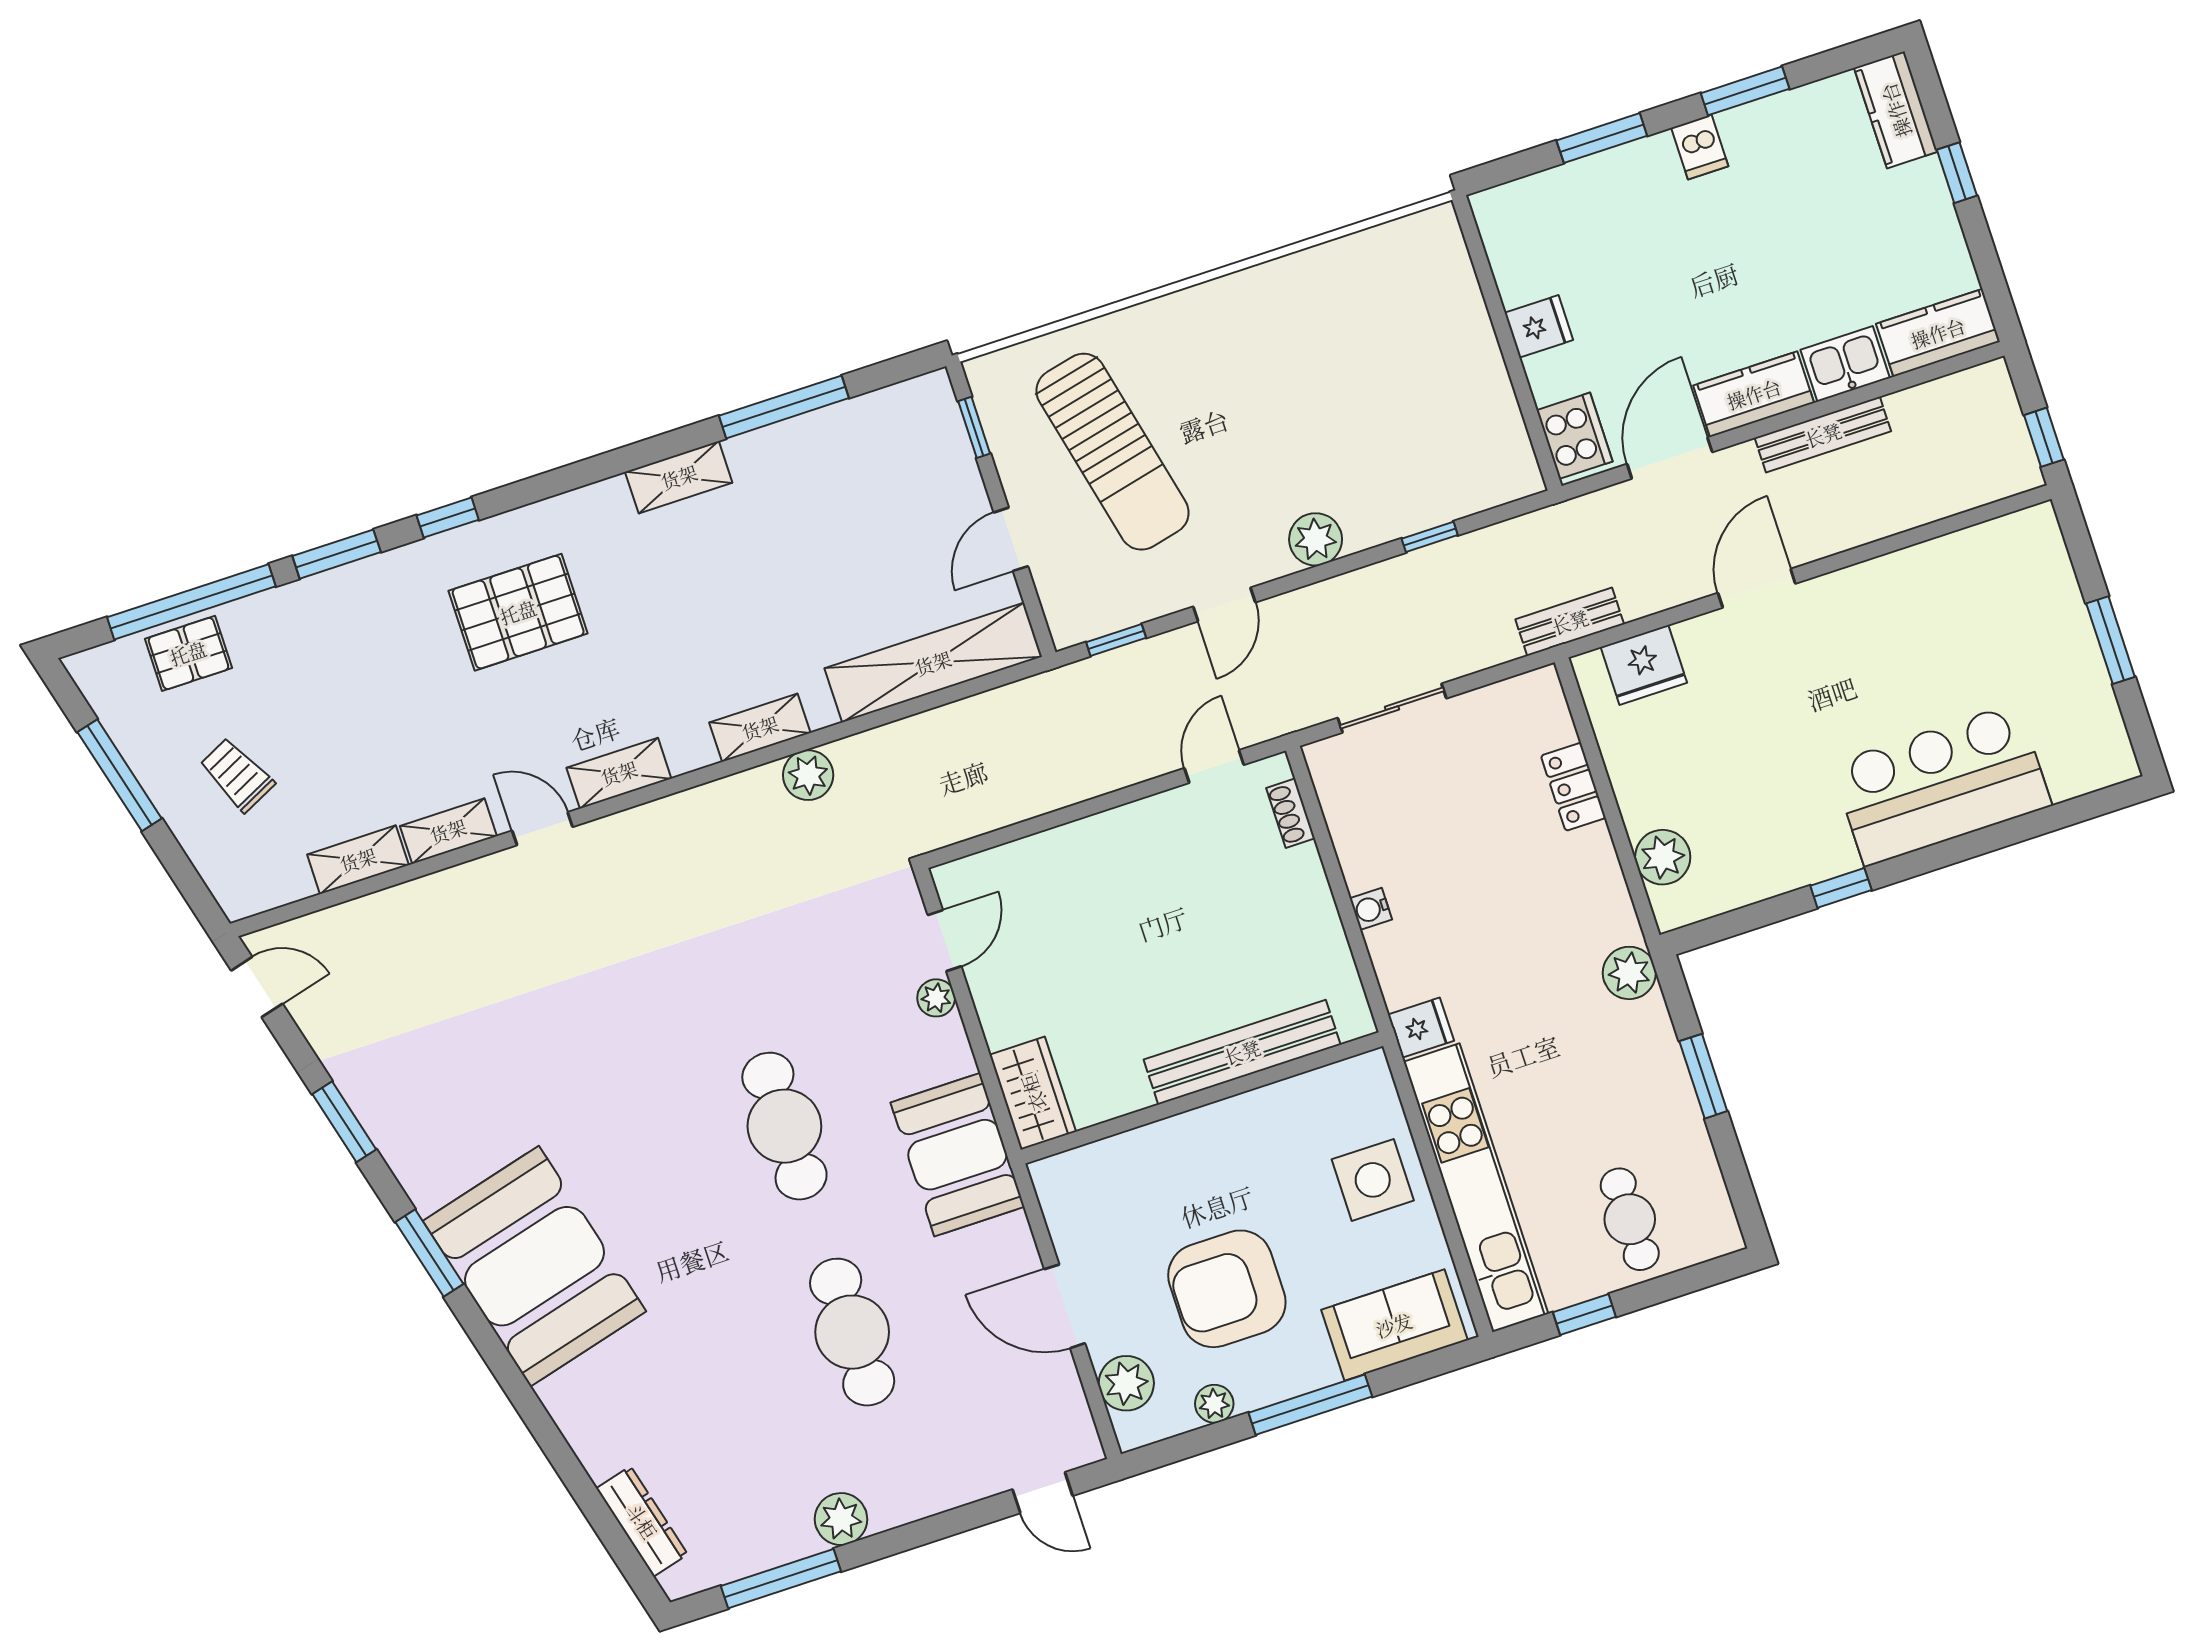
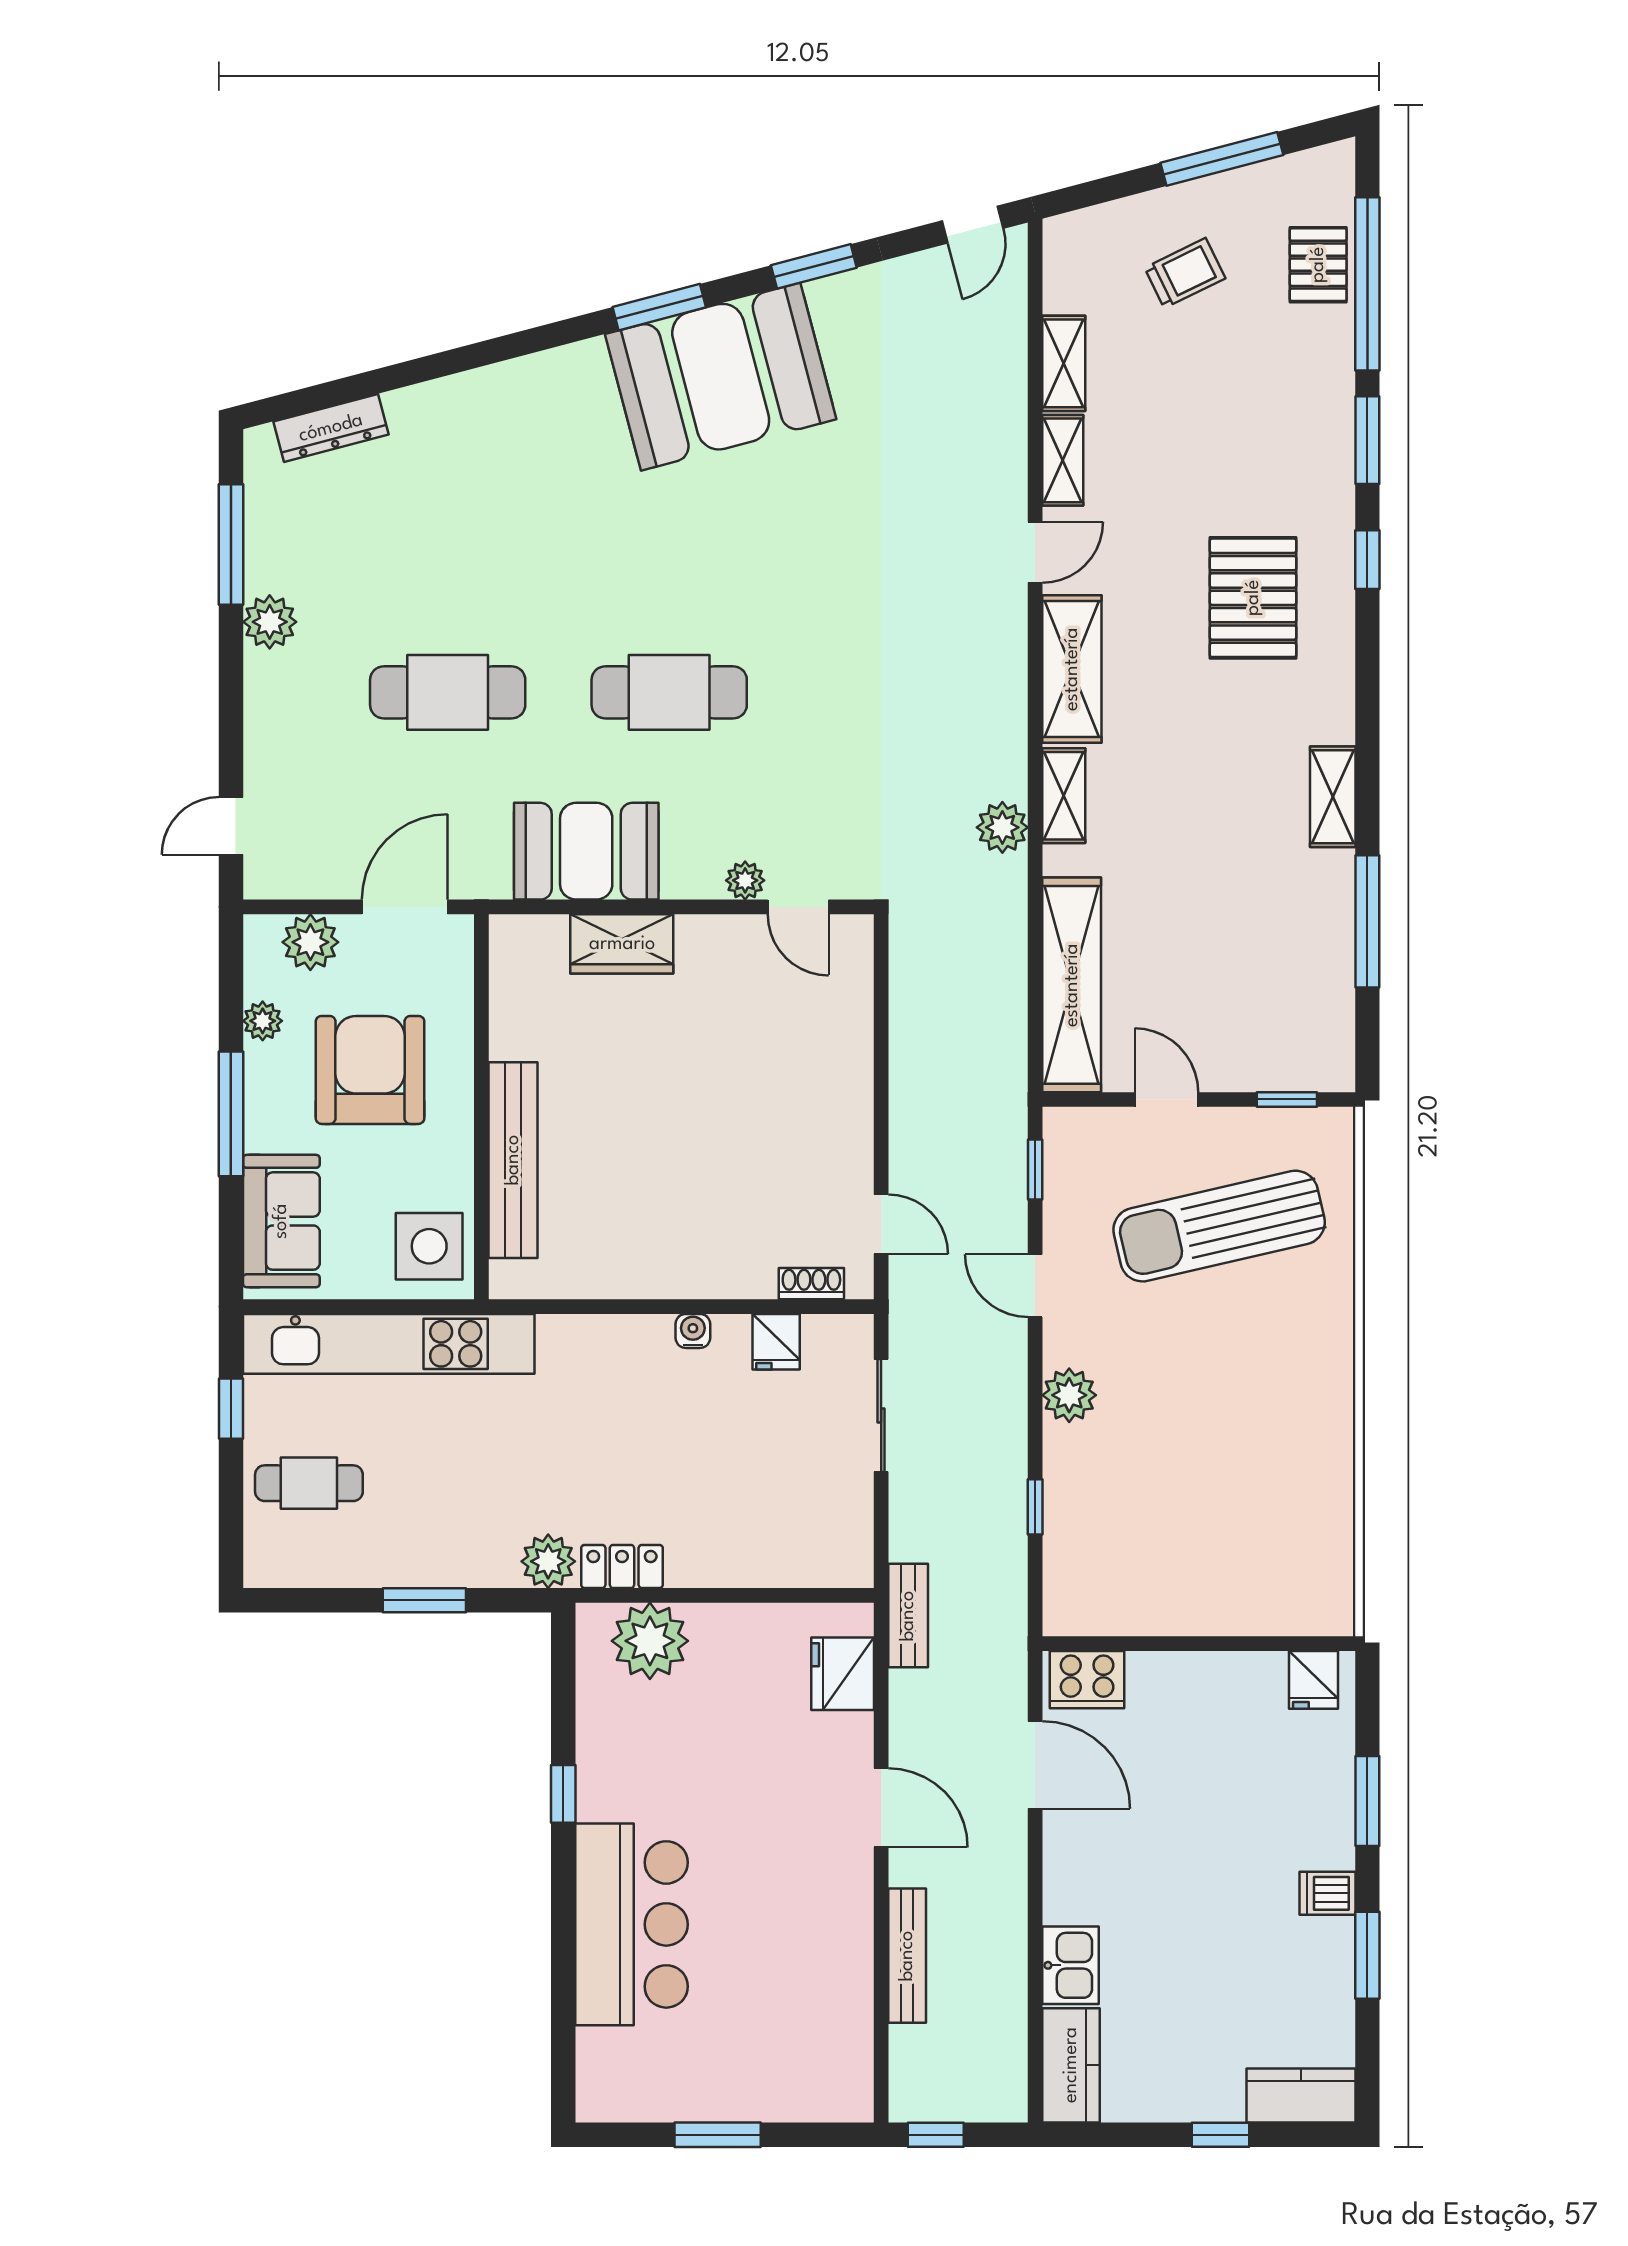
fridge: (1539, 326) -> (1314, 1680), moved
kitchen counter: (1754, 394) -> (1070, 1867), removed
bench: (1823, 435) -> (907, 1956), moved
shelving: (619, 773) -> (1072, 669), width x1.50, depth x1.33
locker: (1573, 787) -> (622, 1566), moved
plant: (1663, 857) -> (650, 1641), width x1.36, depth x1.36
fridge: (1421, 1028) -> (776, 1342), moved
bench: (1242, 1052) -> (513, 1160), moved
wall: (1202, 1098) -> (481, 1107), moved
booth: (534, 1266) -> (721, 377), moved

